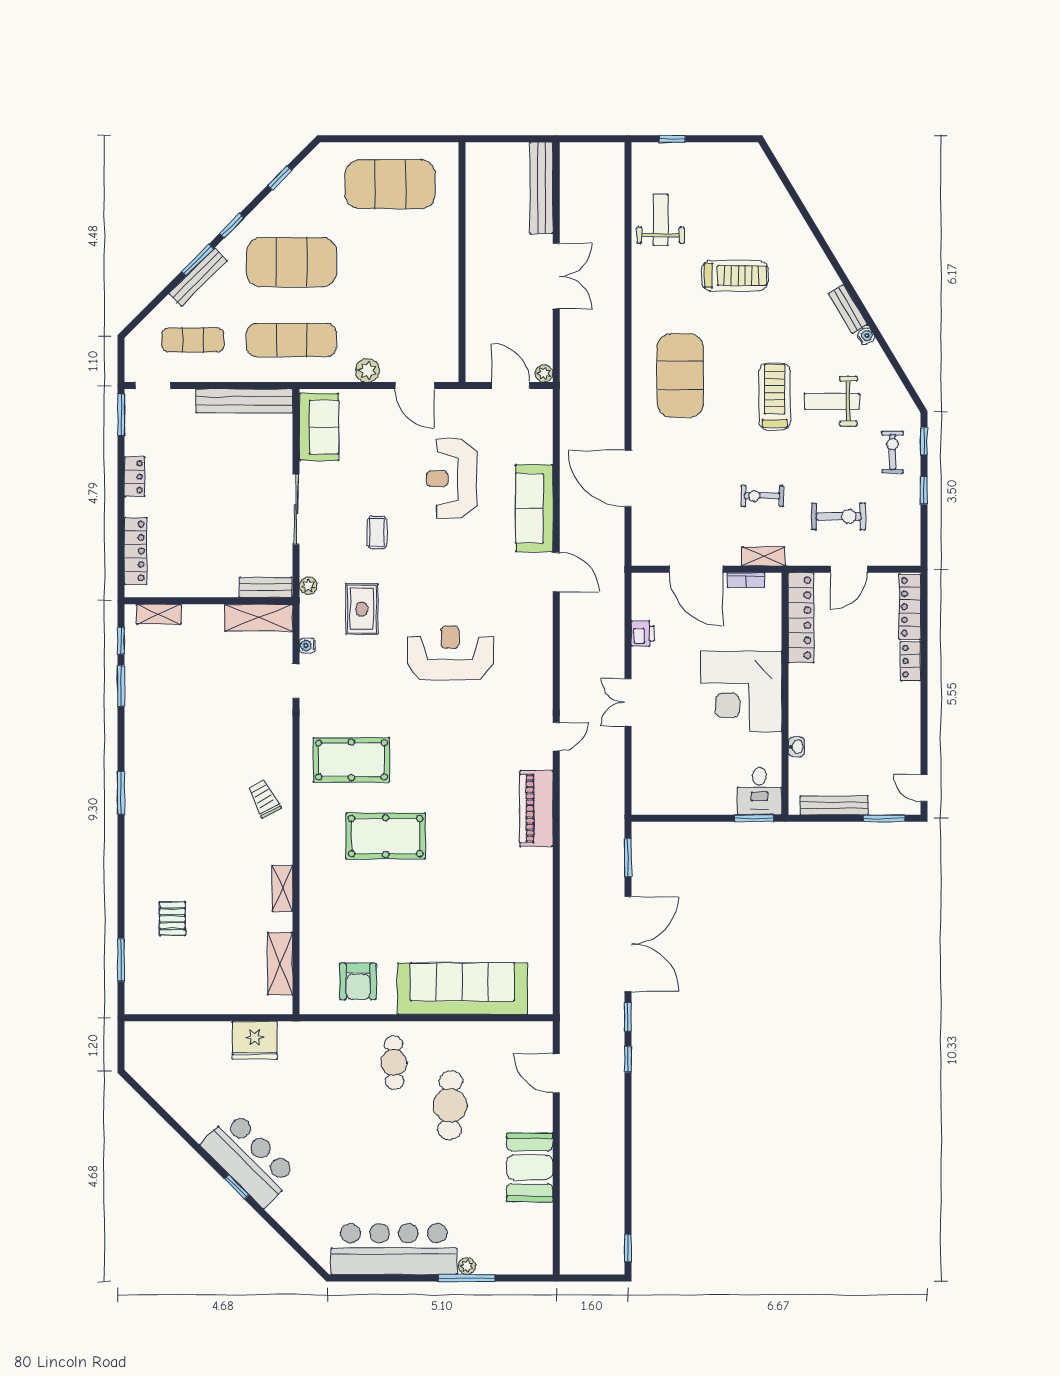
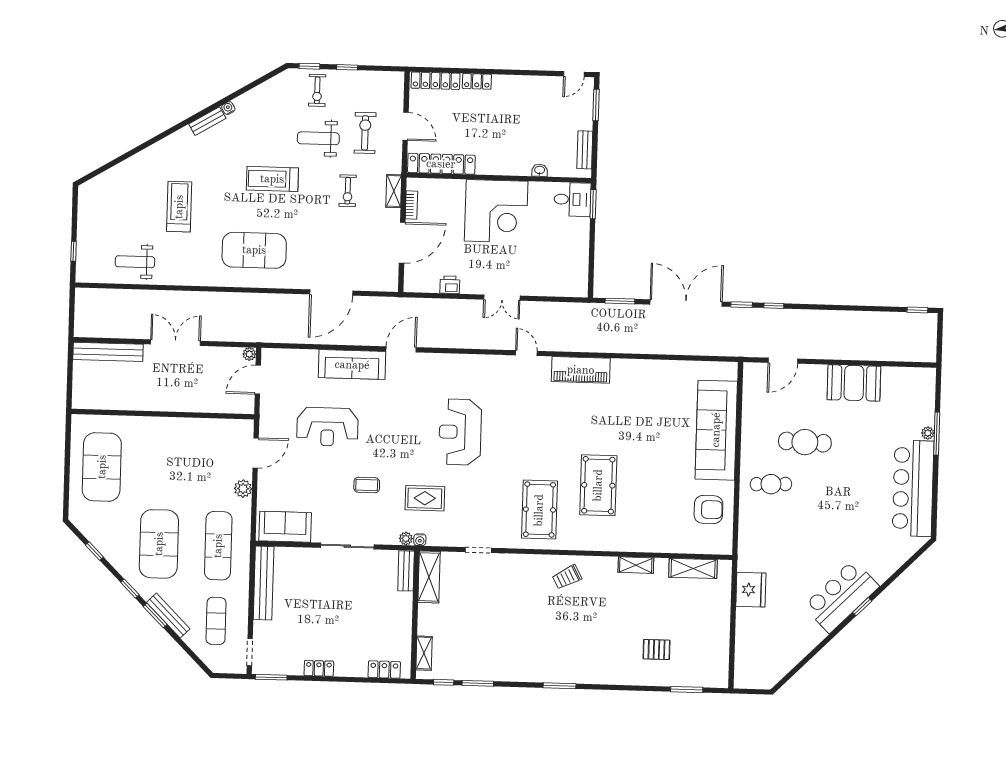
weight bench: (832, 401) -> (318, 138), moved, turned 90
exercise bike: (893, 452) -> (317, 90), turned -90
locker: (136, 551) -> (384, 670), width x0.66
water cooler: (307, 645) -> (420, 540), moved
bench: (834, 805) -> (585, 150), width x0.73

